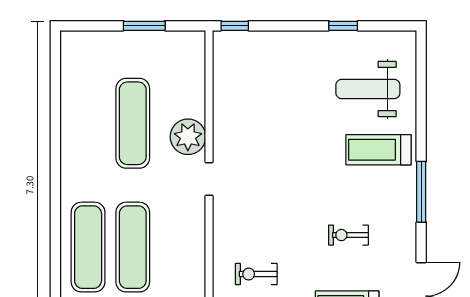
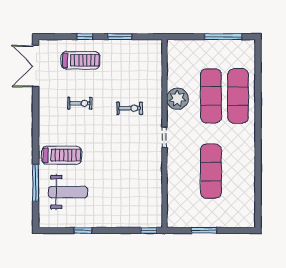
plant: (188, 137) -> (177, 99), moved
window: (421, 192) -> (36, 183), moved
exercise bike: (256, 274) -> (130, 108), moved

